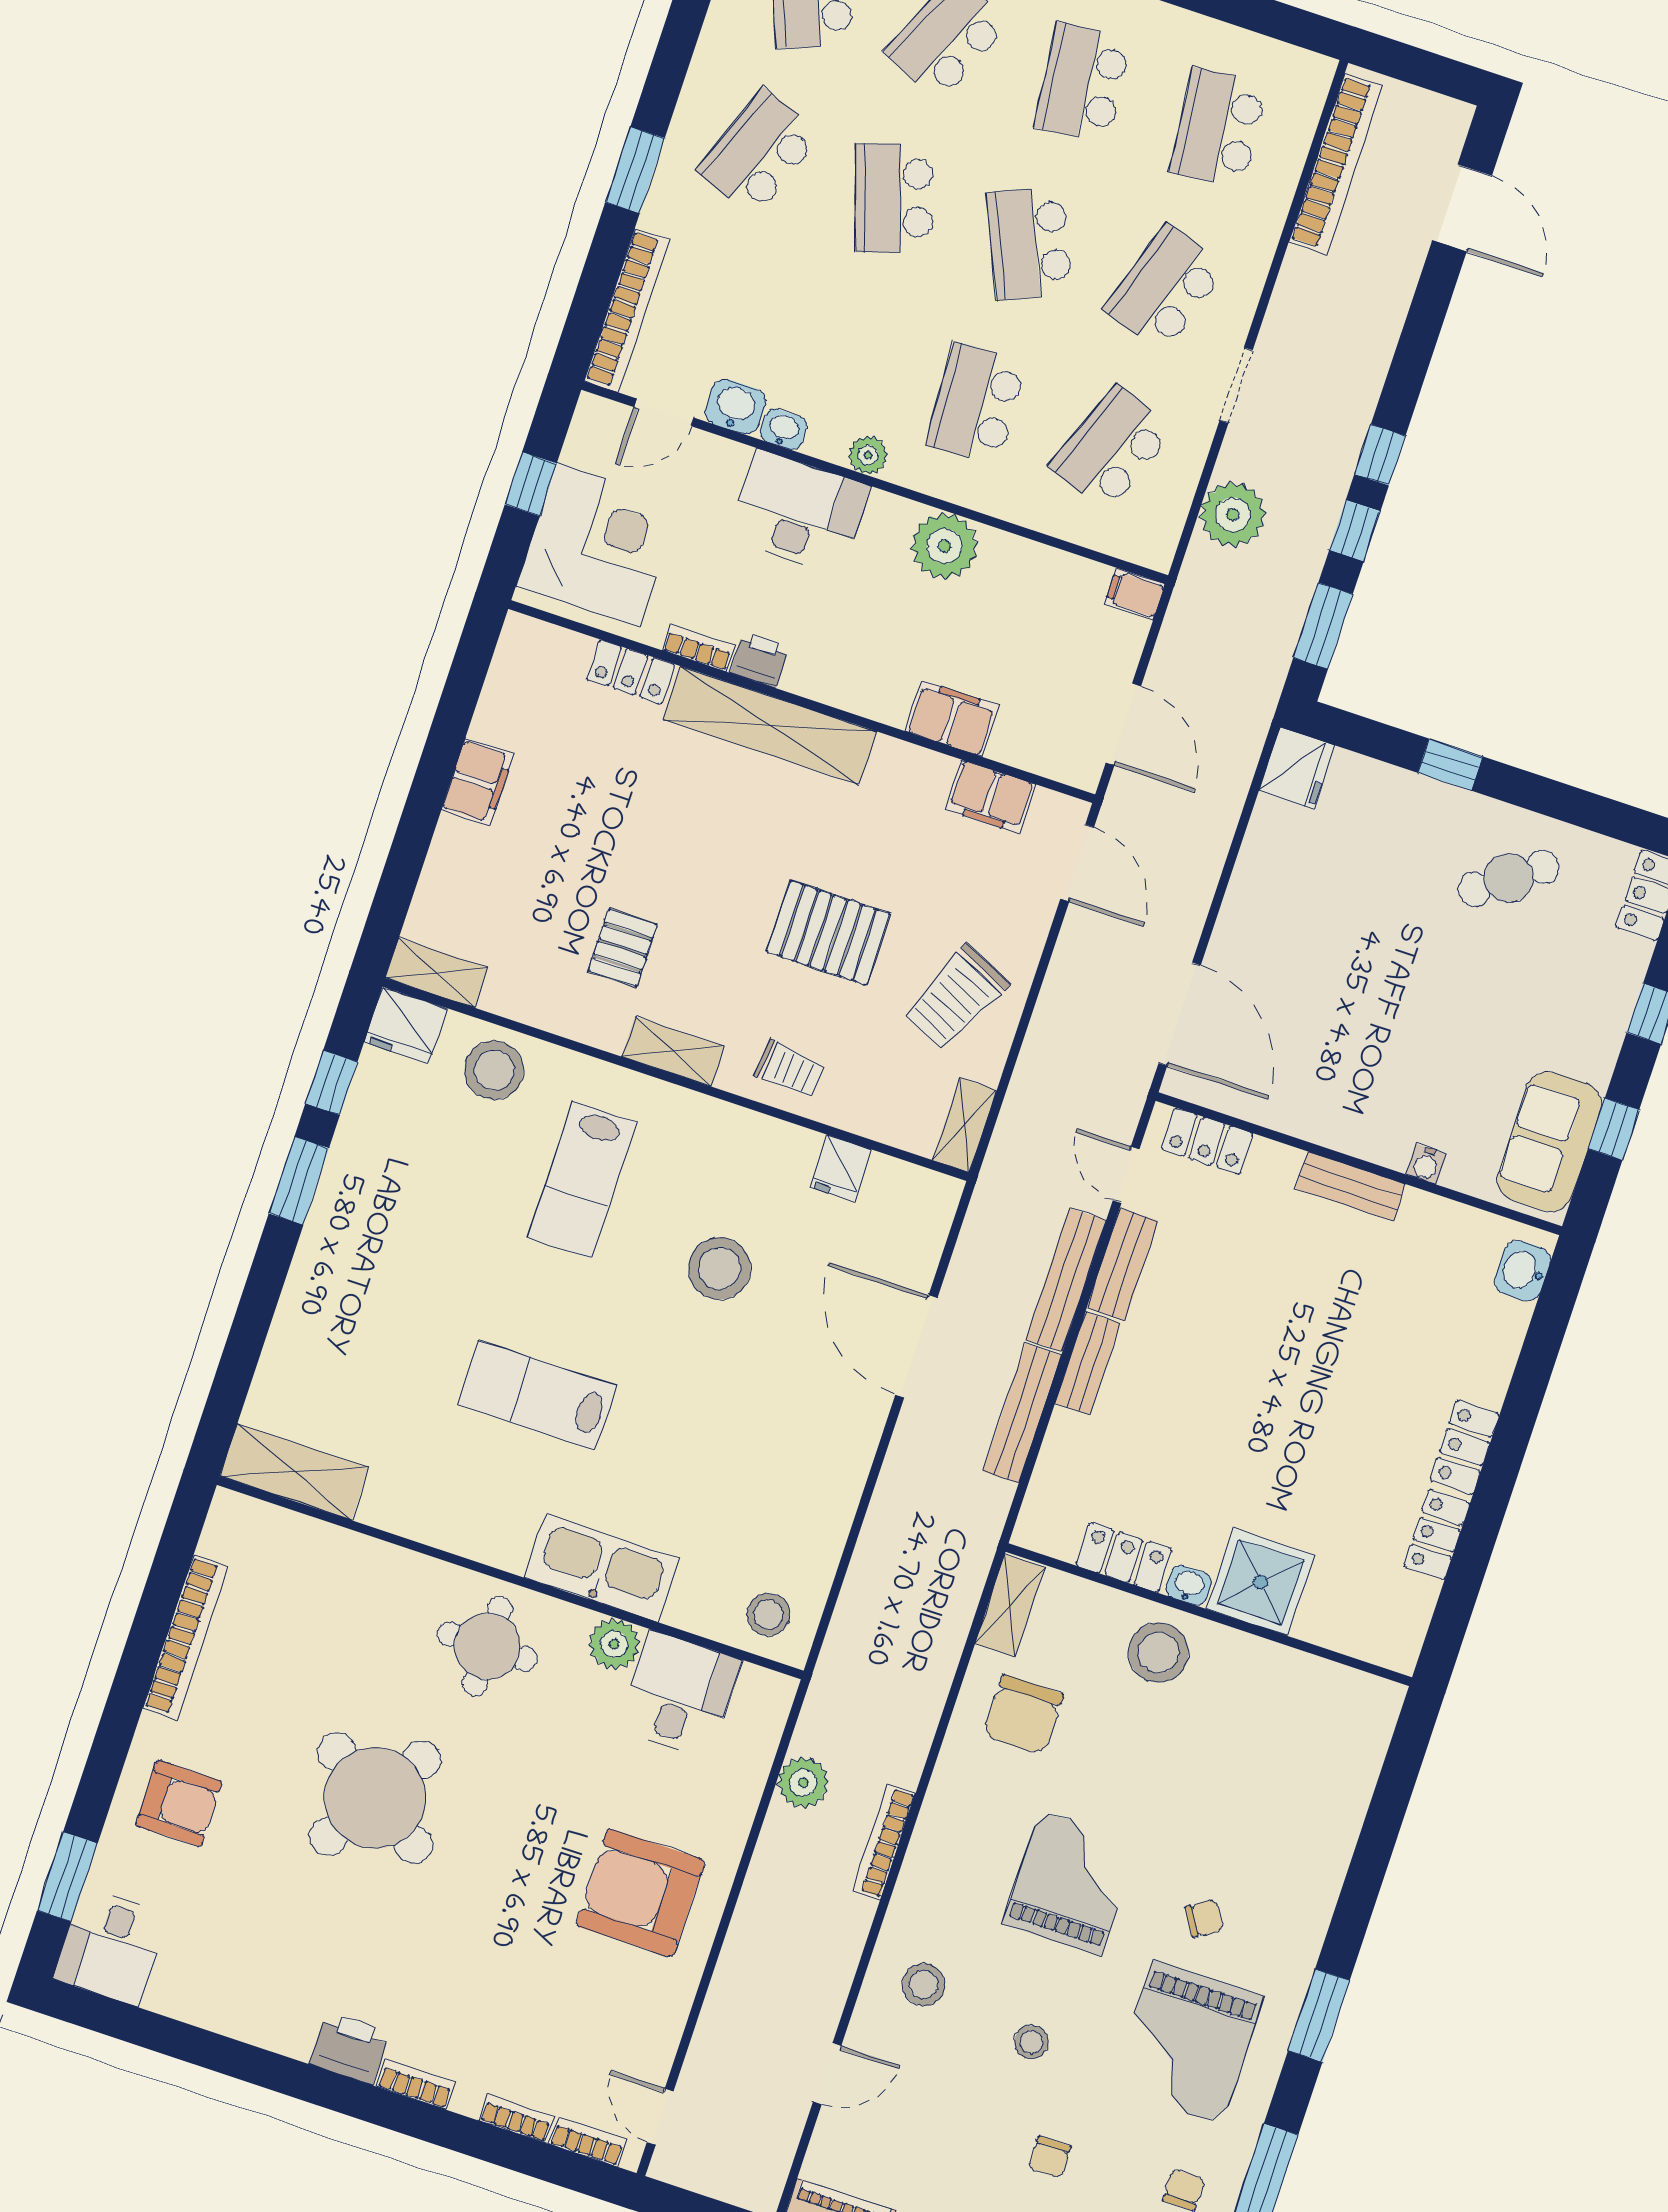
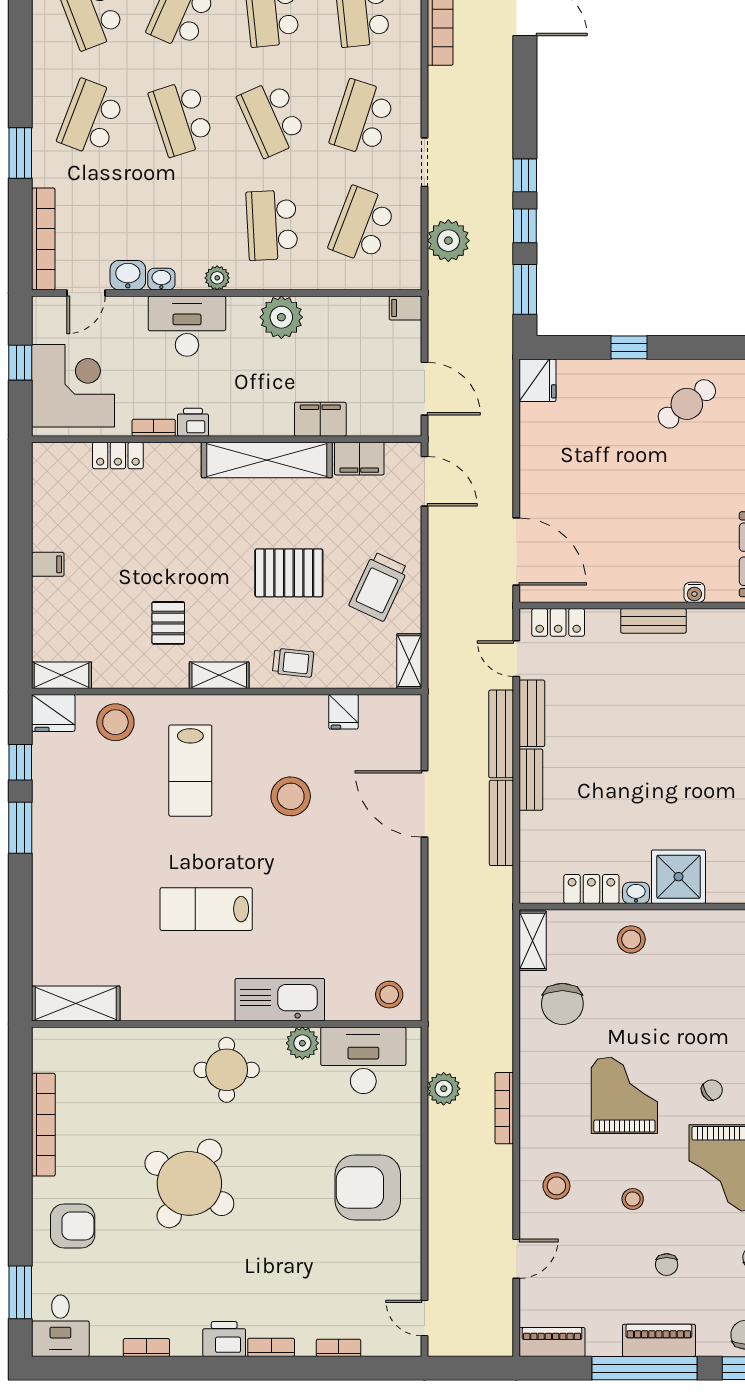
shelving: (770, 725) -> (267, 460), moved
filing cabinet: (477, 782) -> (48, 564), width x0.50
stool: (1158, 1653) -> (631, 939), width x0.73, depth x0.73
desk: (680, 1694) -> (363, 1060), width x1.37
bookcase: (588, 2142) -> (146, 1348), moved

